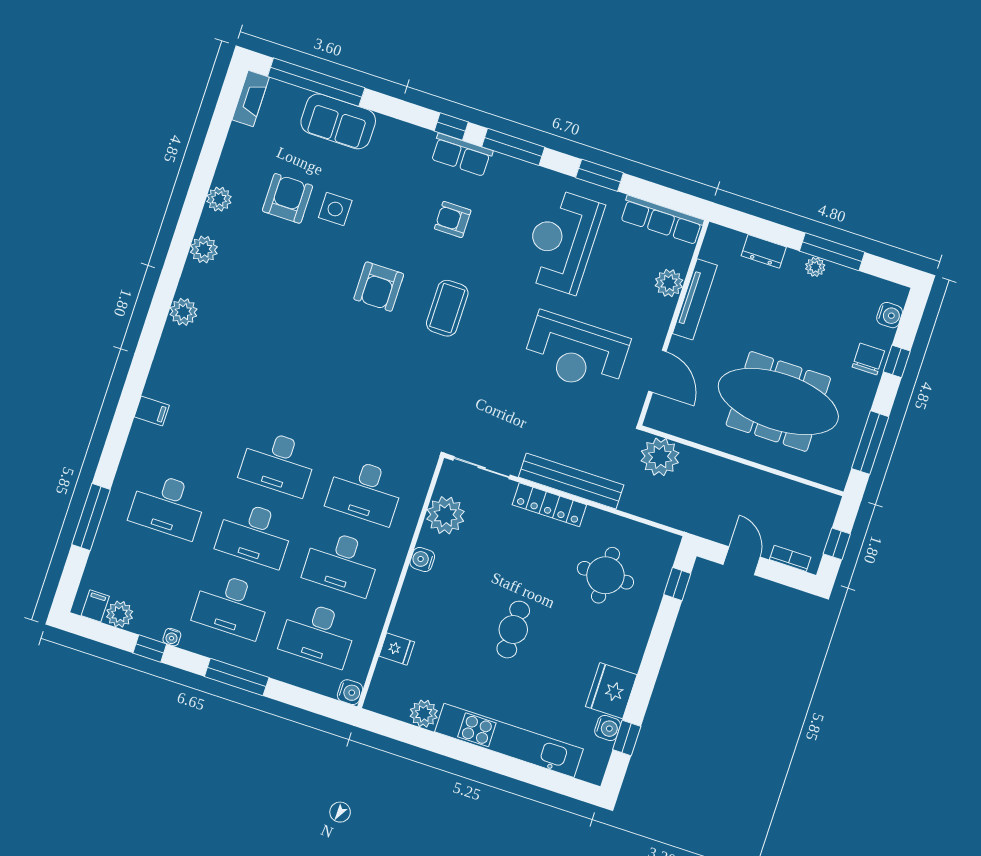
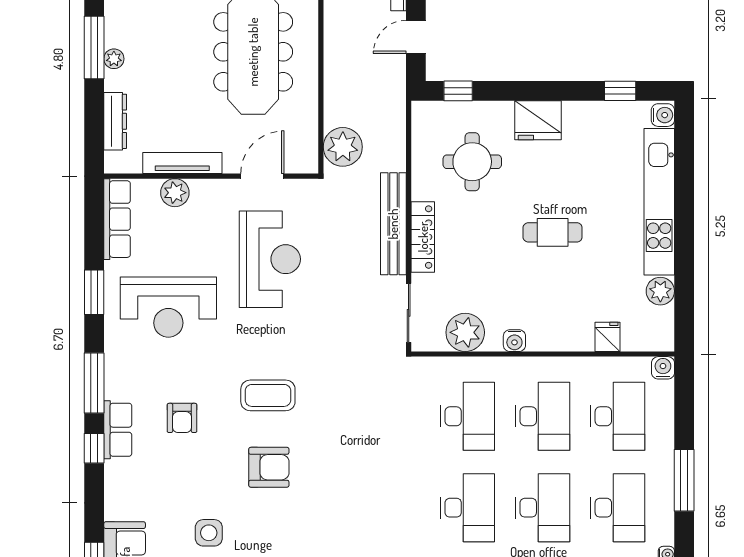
dresser: (764, 251) -> (115, 121), width x1.44
fridge: (611, 691) -> (538, 120), moved
water cooler: (608, 728) -> (663, 115), moved, turned 90

